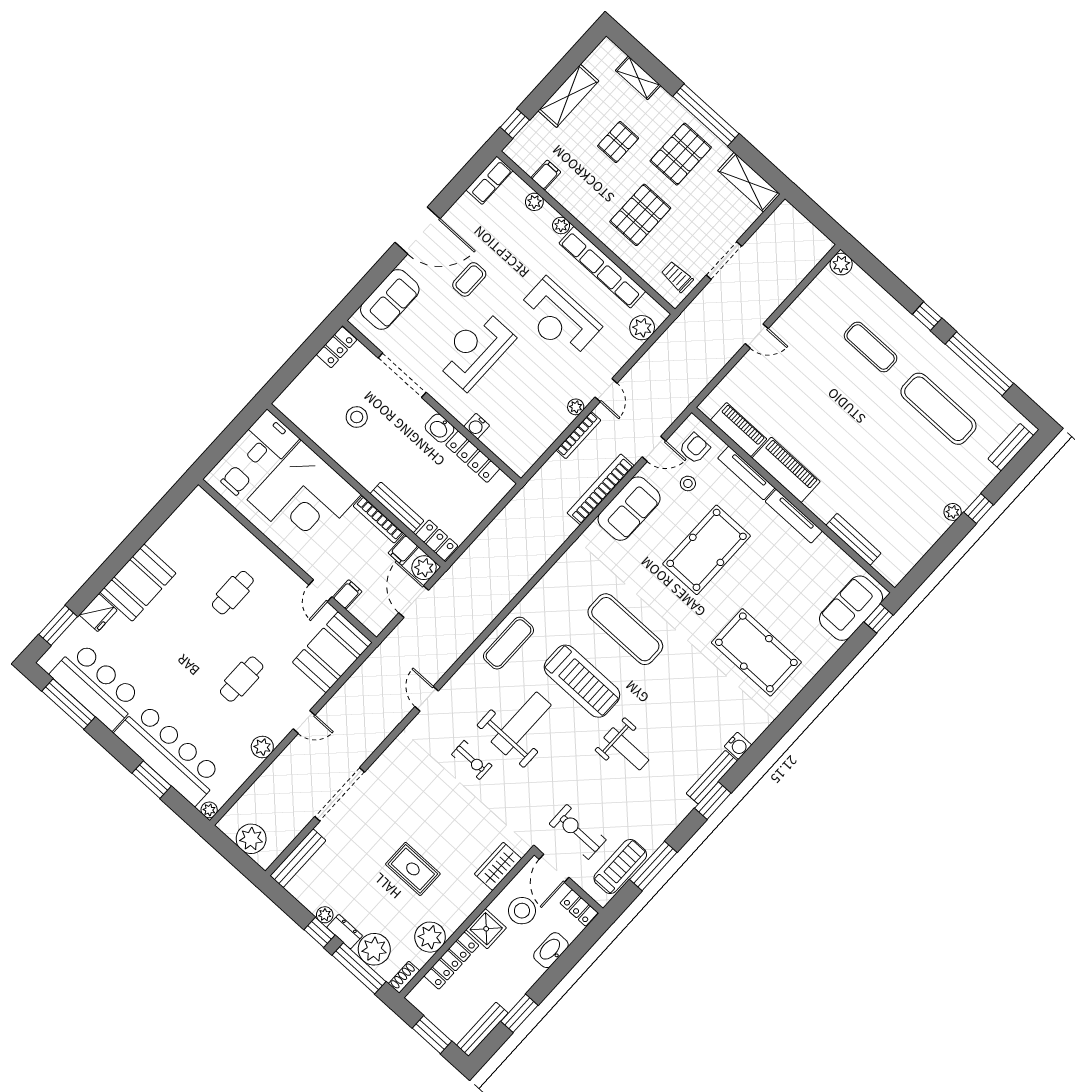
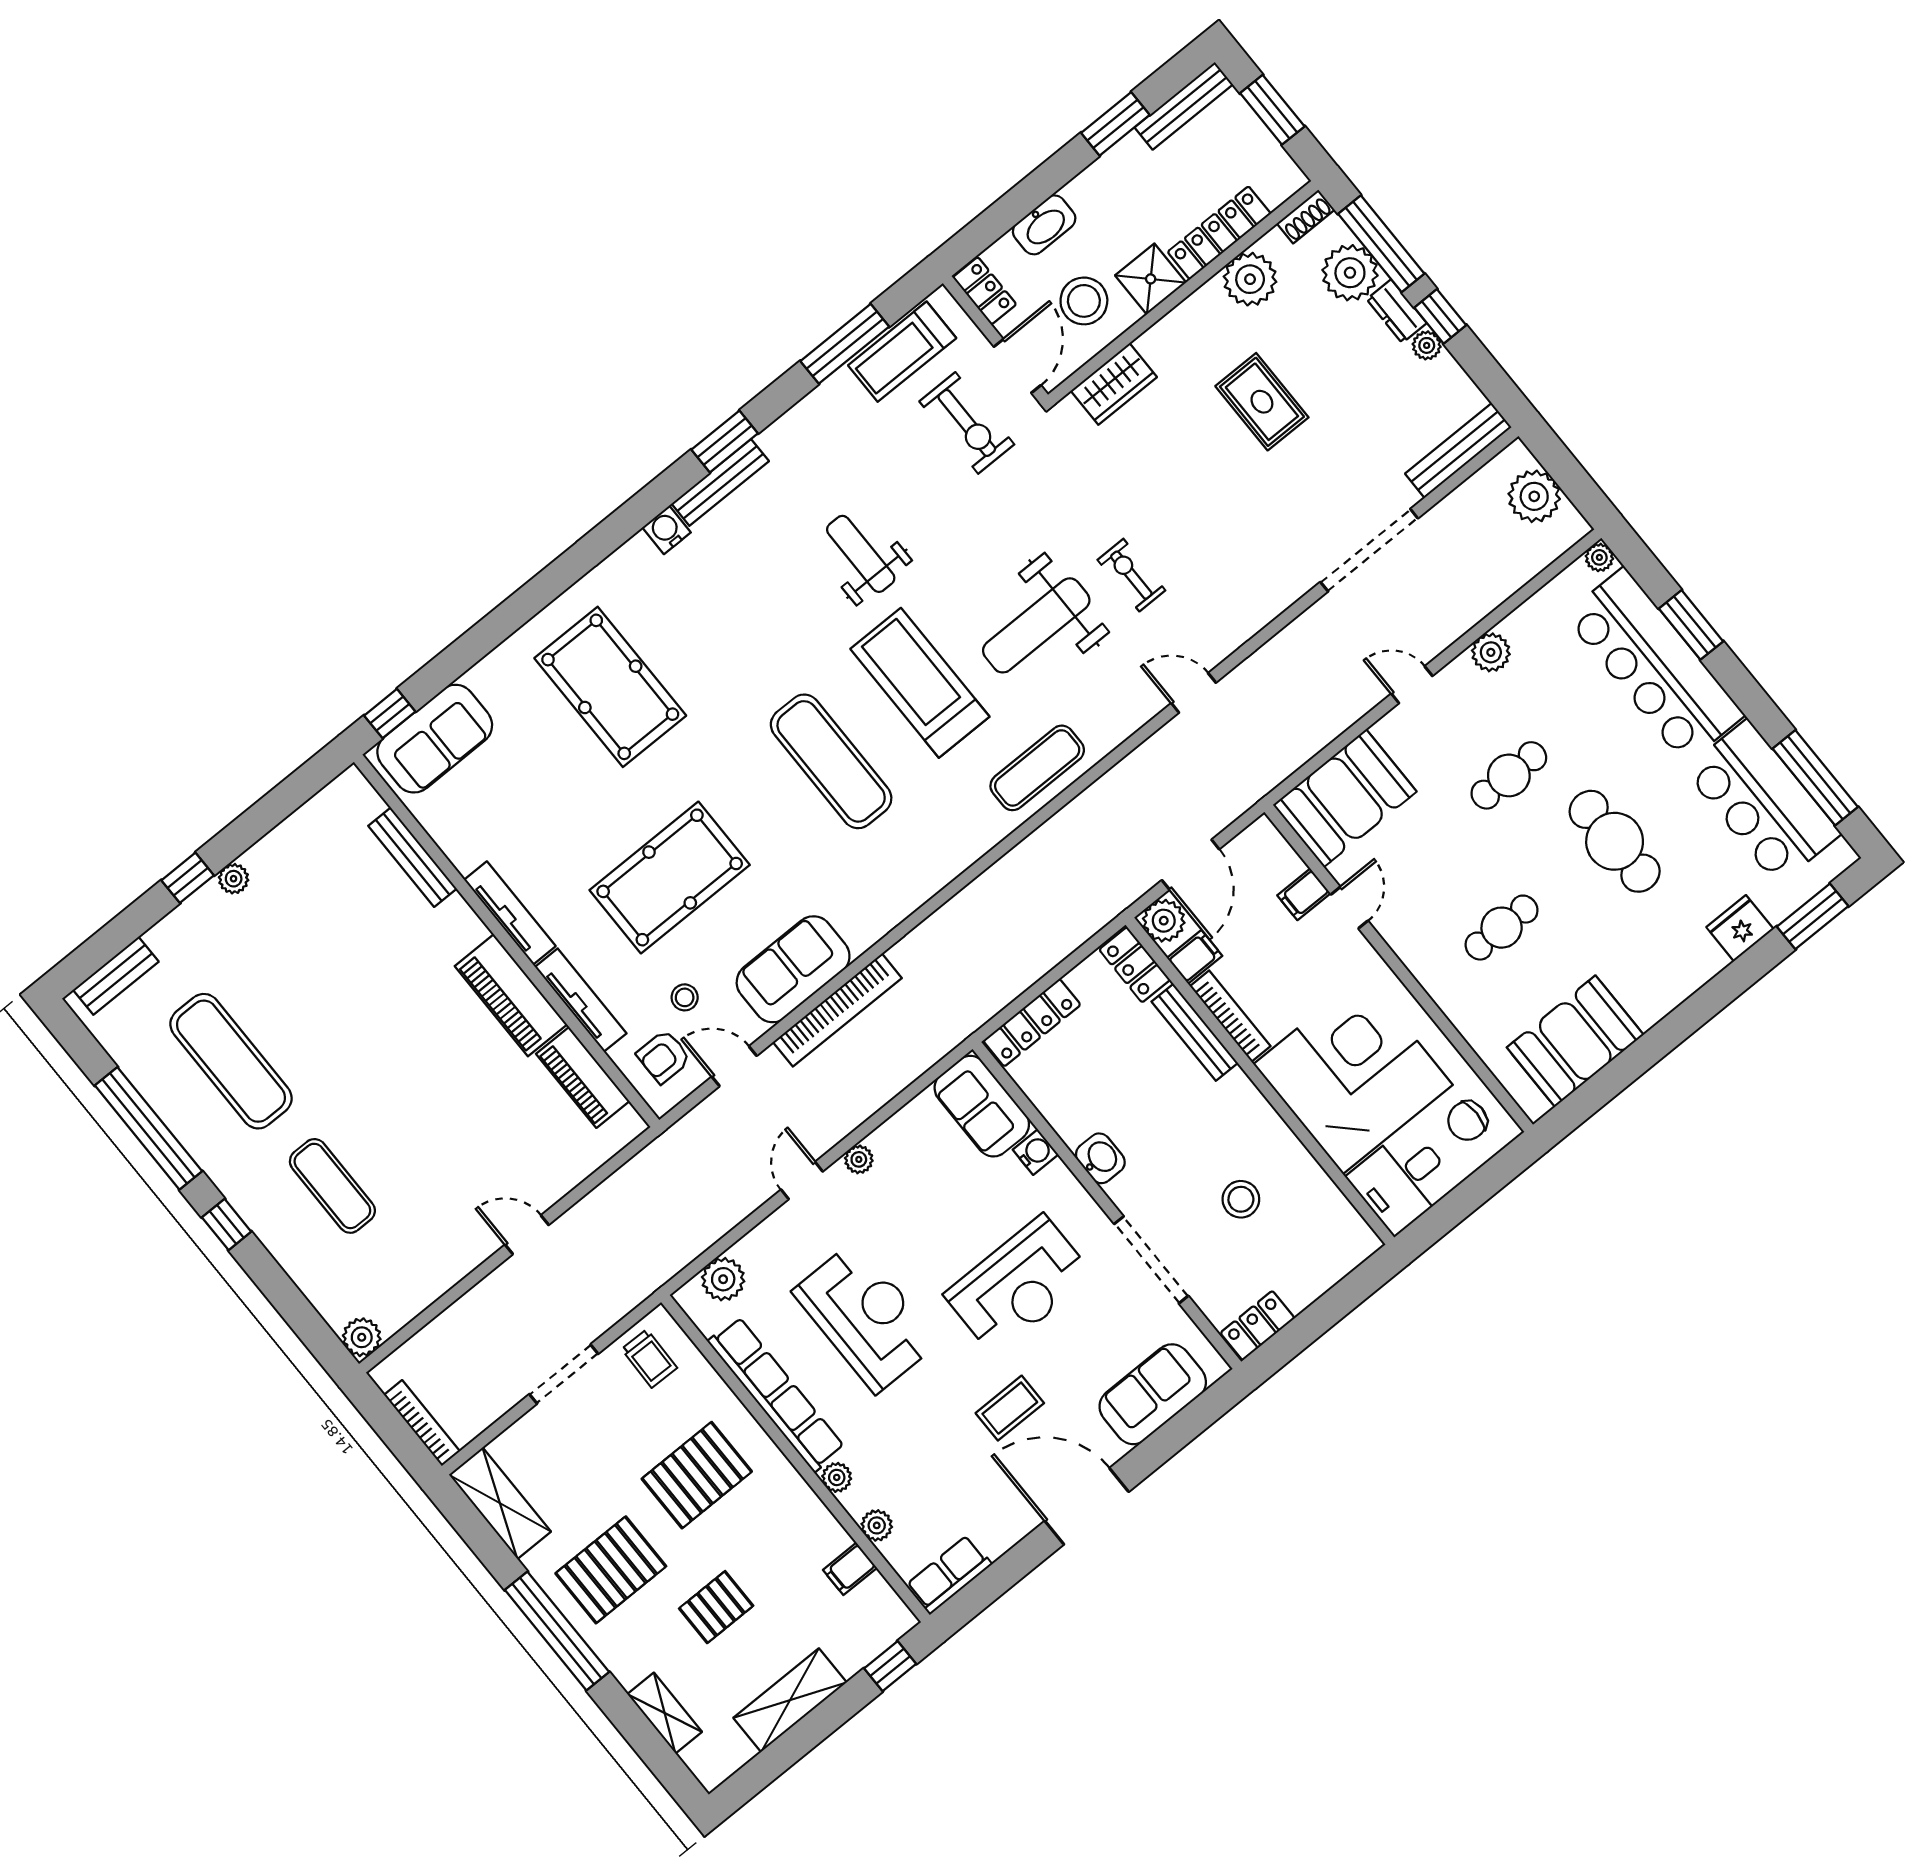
bookcase: (578, 435) -> (422, 1423), moved, turned 90
sofa: (511, 447) -> (982, 1106), added
locker: (473, 457) -> (1032, 1023), moved, turned 90
booth: (138, 583) -> (1575, 1041), moved
cafe table: (176, 651) -> (1615, 841), added
door: (427, 699) -> (1194, 693), swing flipped

